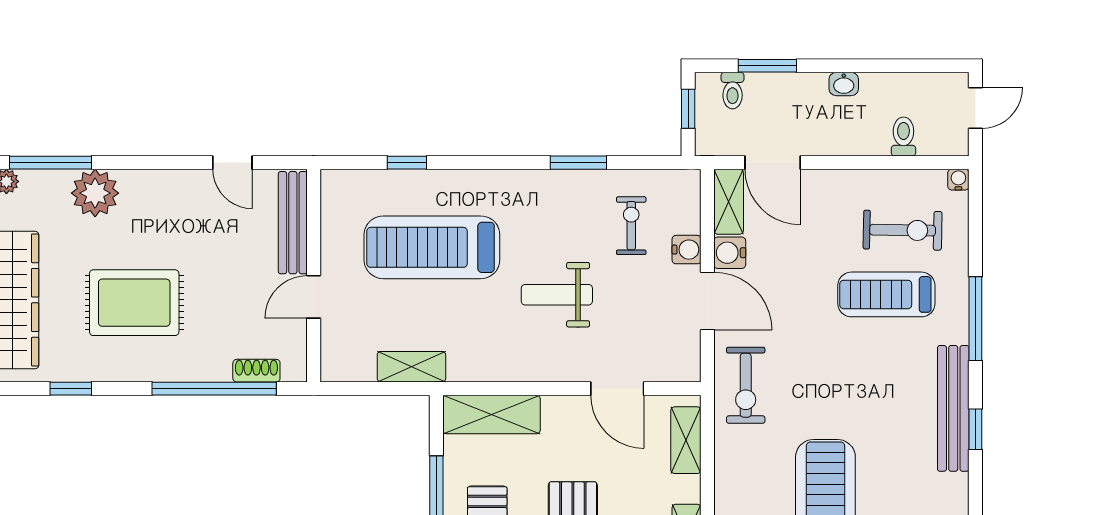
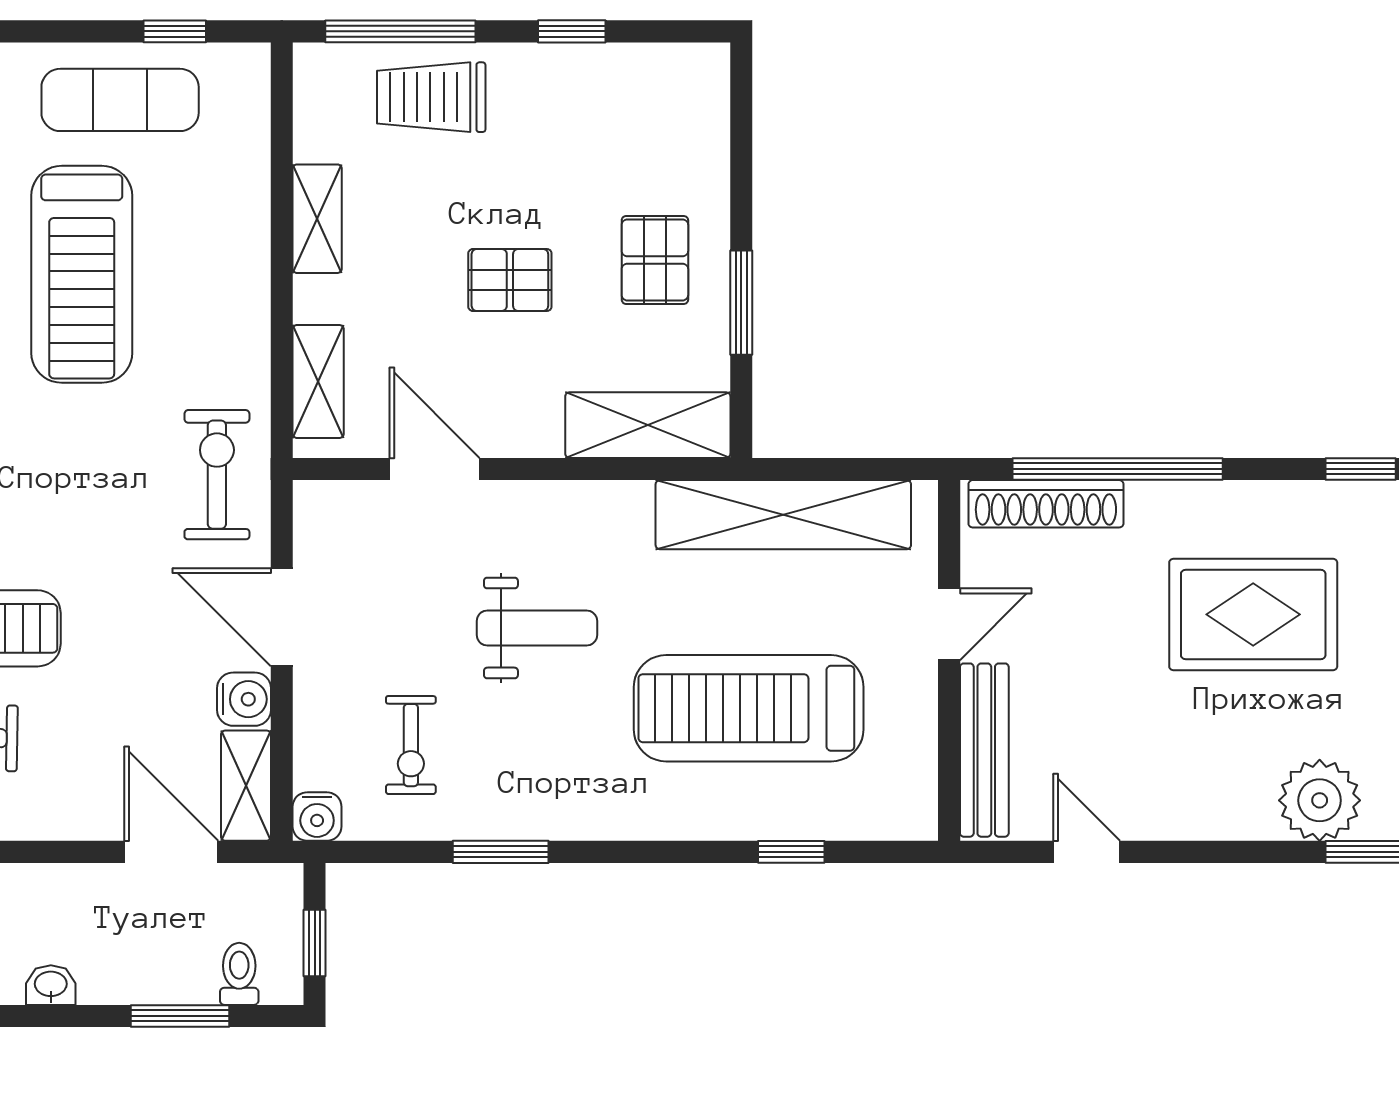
treadmill: (432, 247) -> (749, 708), turned 180
water cooler: (687, 250) -> (317, 817), moved, turned -90
shelving: (411, 367) -> (783, 515), width x2.20, depth x1.33
shoe rack: (256, 371) -> (1046, 504), width x1.94, depth x1.24

